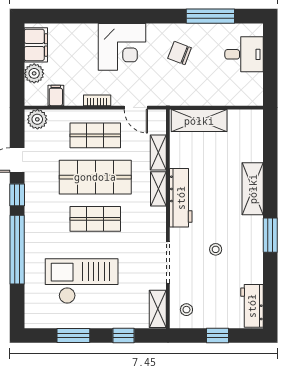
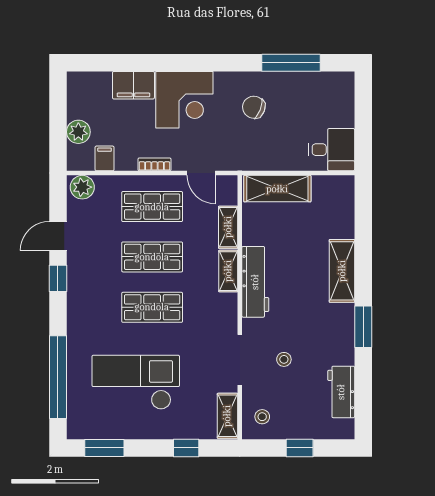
filing cabinet: (36, 45) -> (133, 85), moved, turned 90
desk: (244, 54) -> (332, 150), moved
shop shelf: (95, 177) -> (152, 257), width x0.70, depth x0.74
stool: (216, 249) -> (284, 359), moved
window: (17, 250) -> (58, 377), moved
workbench: (252, 306) -> (341, 392), moved
window: (73, 336) -> (104, 448), moved

